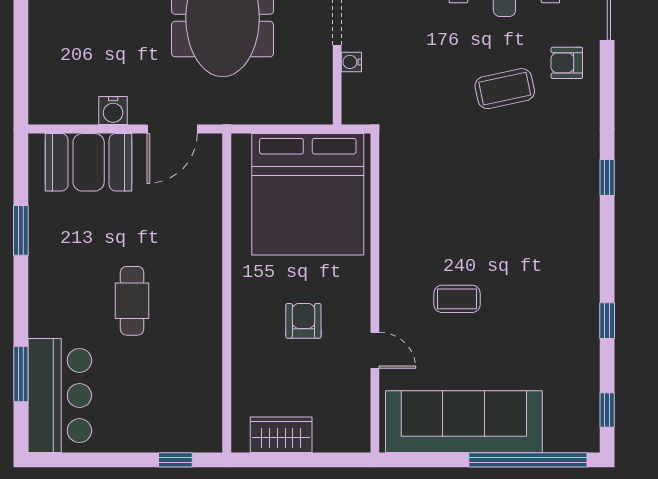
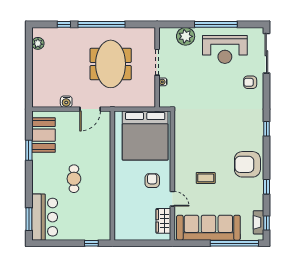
coffee table: (505, 89) -> (225, 93), removed
booth: (89, 162) -> (43, 135), moved, turned 90
armchair: (560, 265) -> (247, 164), added
armchair: (303, 321) -> (152, 181), moved
window: (21, 374) -> (29, 219), moved
fireplace: (587, 408) -> (259, 222), added
wardrobe: (281, 435) -> (163, 221), moved, turned -90

